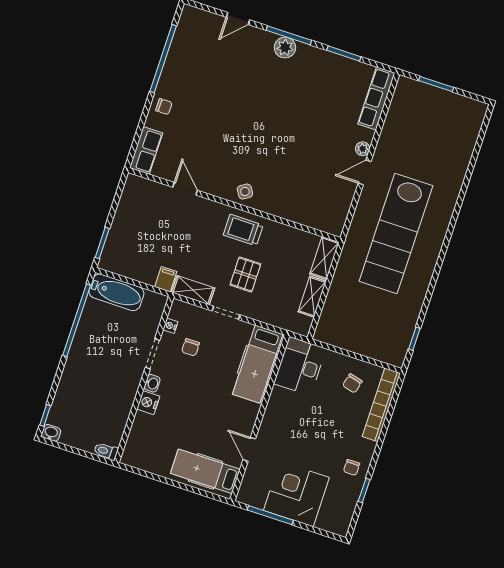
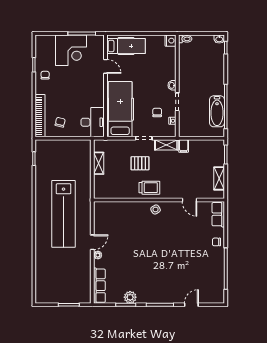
plant: (285, 48) -> (130, 297), moved
lab bench: (396, 234) -> (64, 214), turned 180
shelving: (324, 258) -> (219, 178), moved
pallet: (245, 274) -> (140, 163), turned 90
bathtub: (116, 292) -> (217, 111), moved, turned -90
hospital bed: (258, 364) -> (120, 109), width x1.37, depth x1.29
nightstand: (148, 403) -> (171, 41), moved

